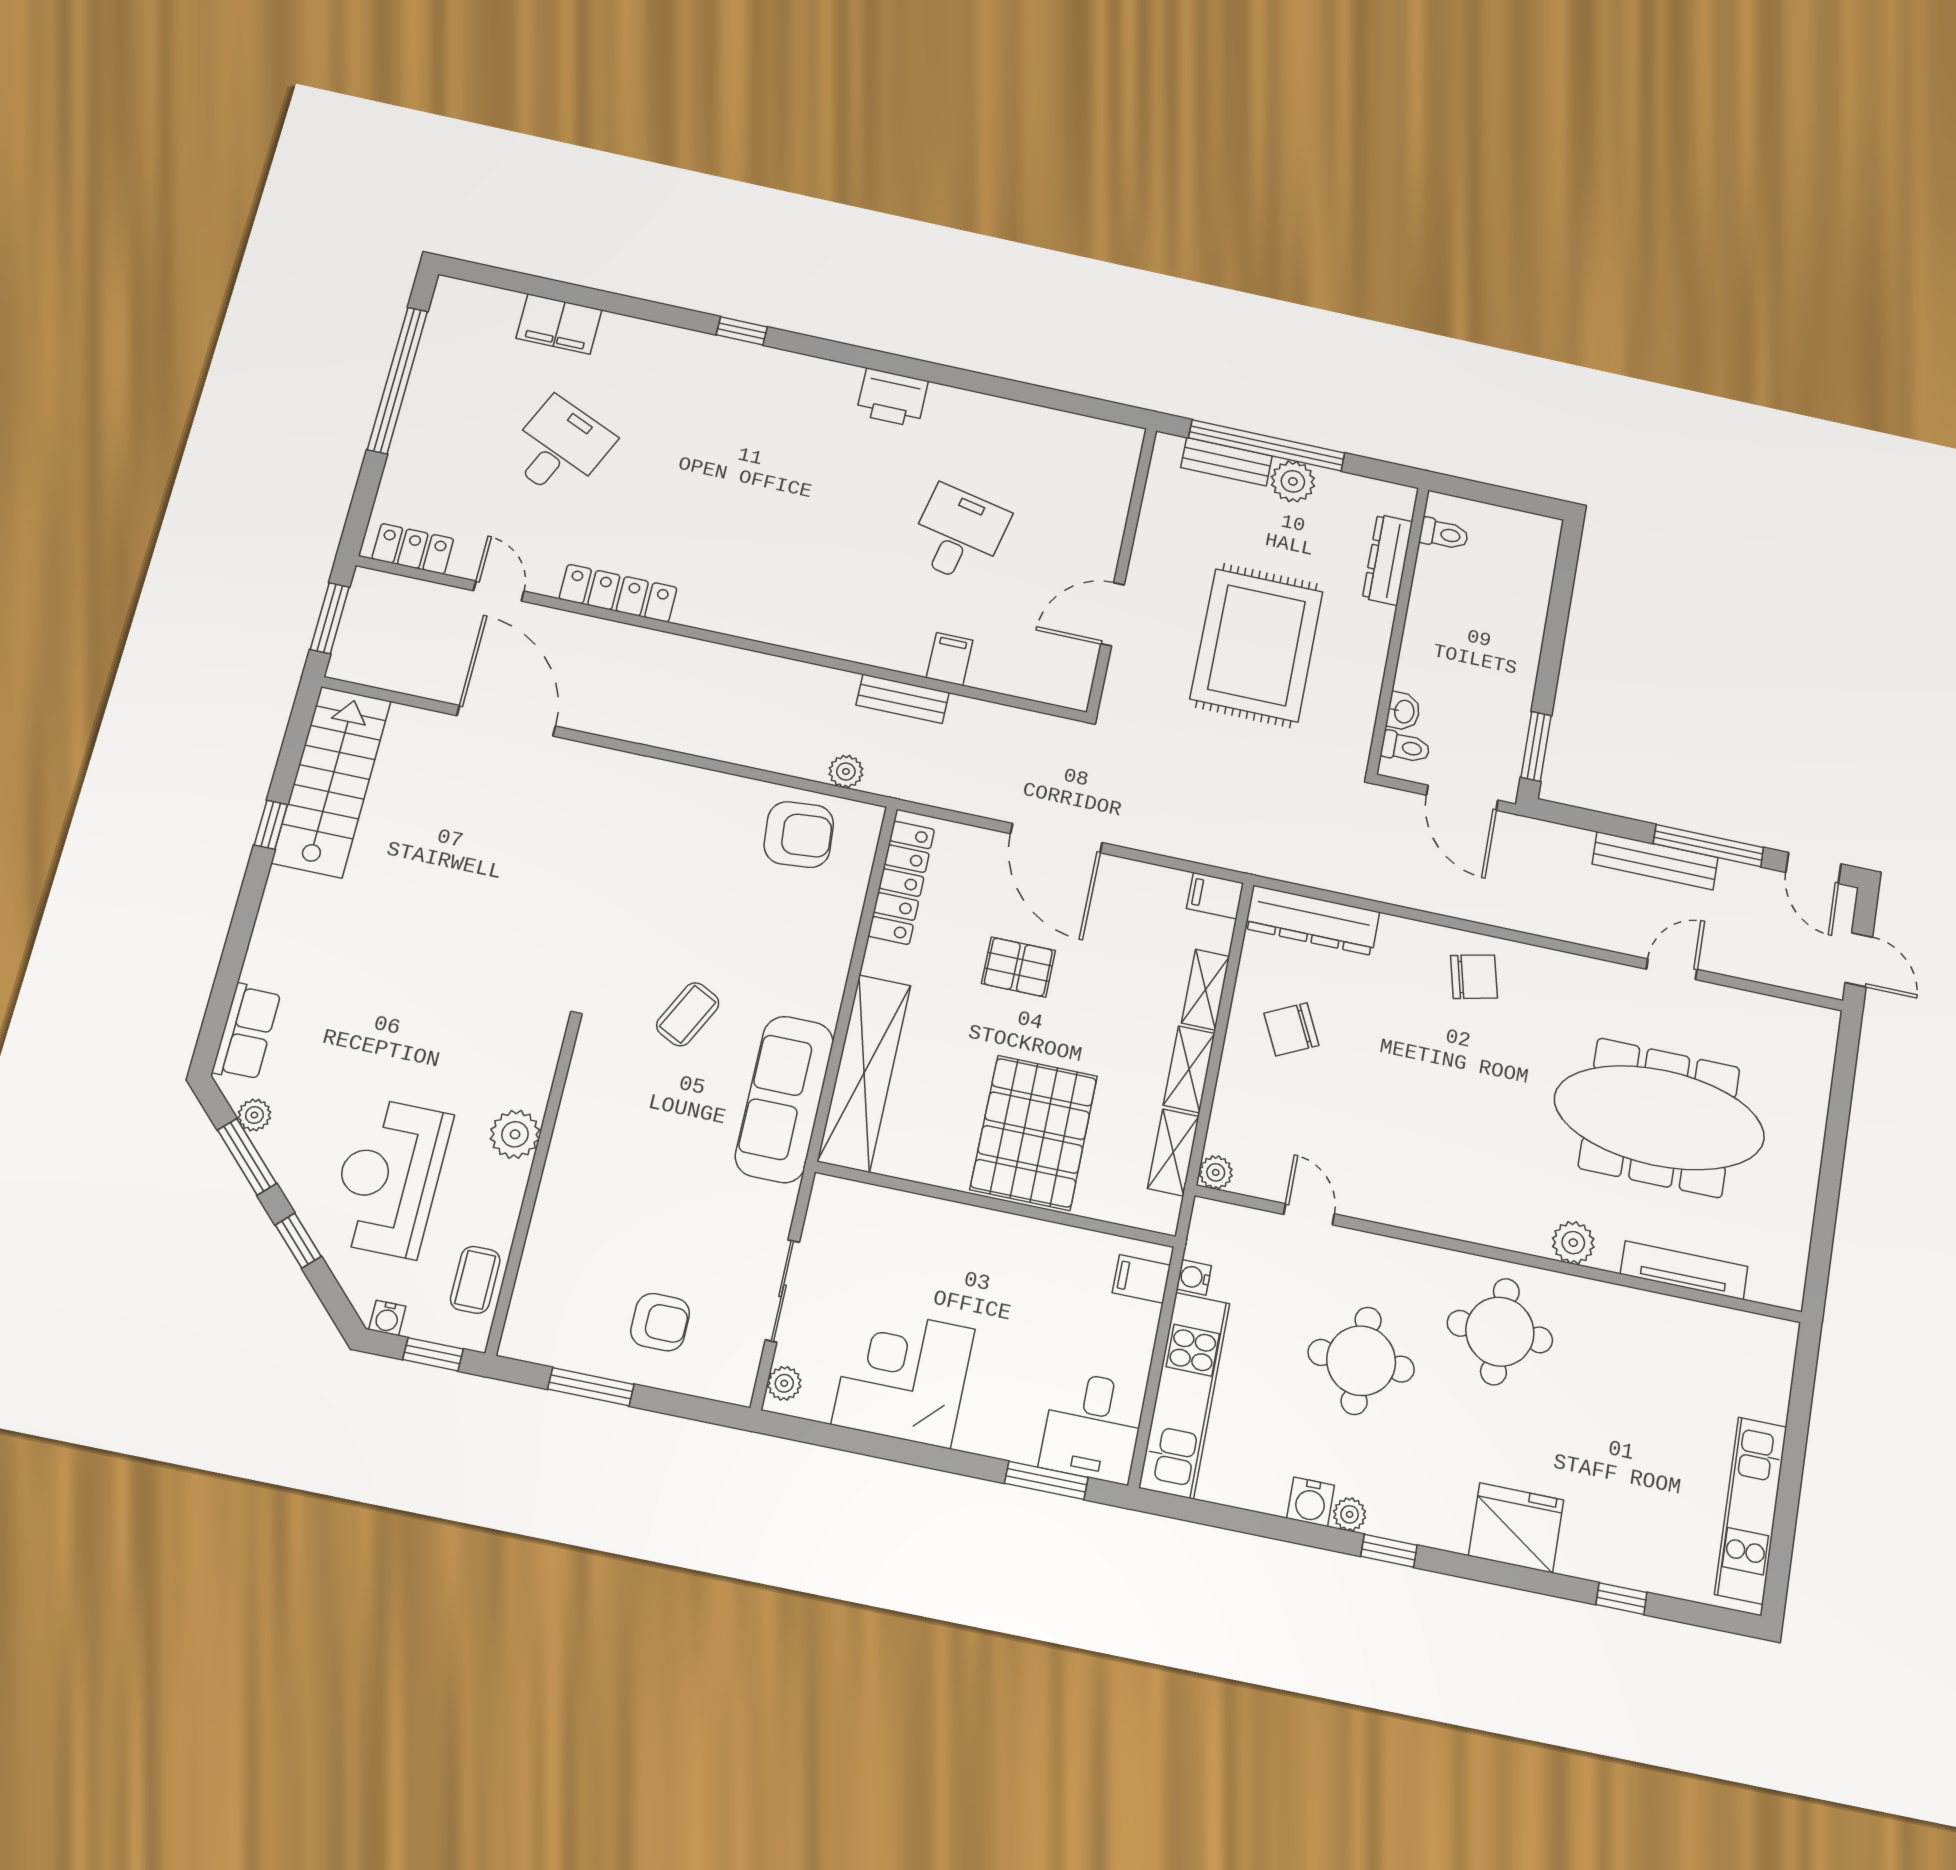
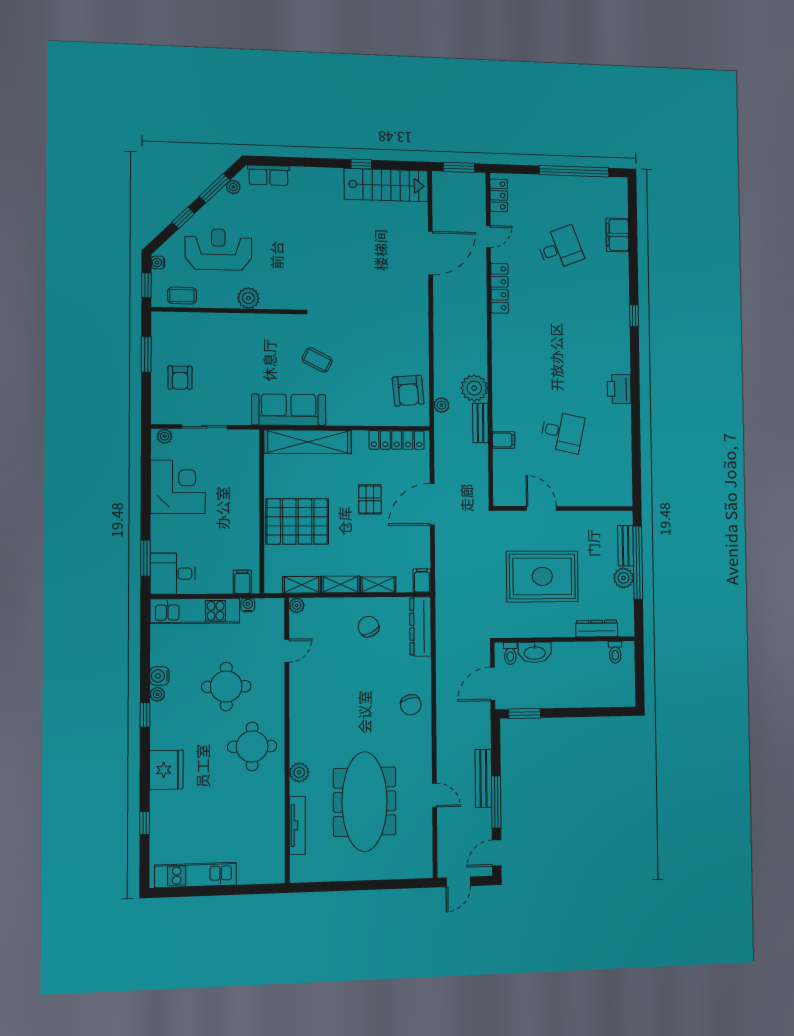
desk: (560, 448) -> (560, 248), turned -45
plant: (824, 695) -> (474, 388), added
washbasin: (1403, 711) -> (535, 652), width x1.91, depth x1.45

